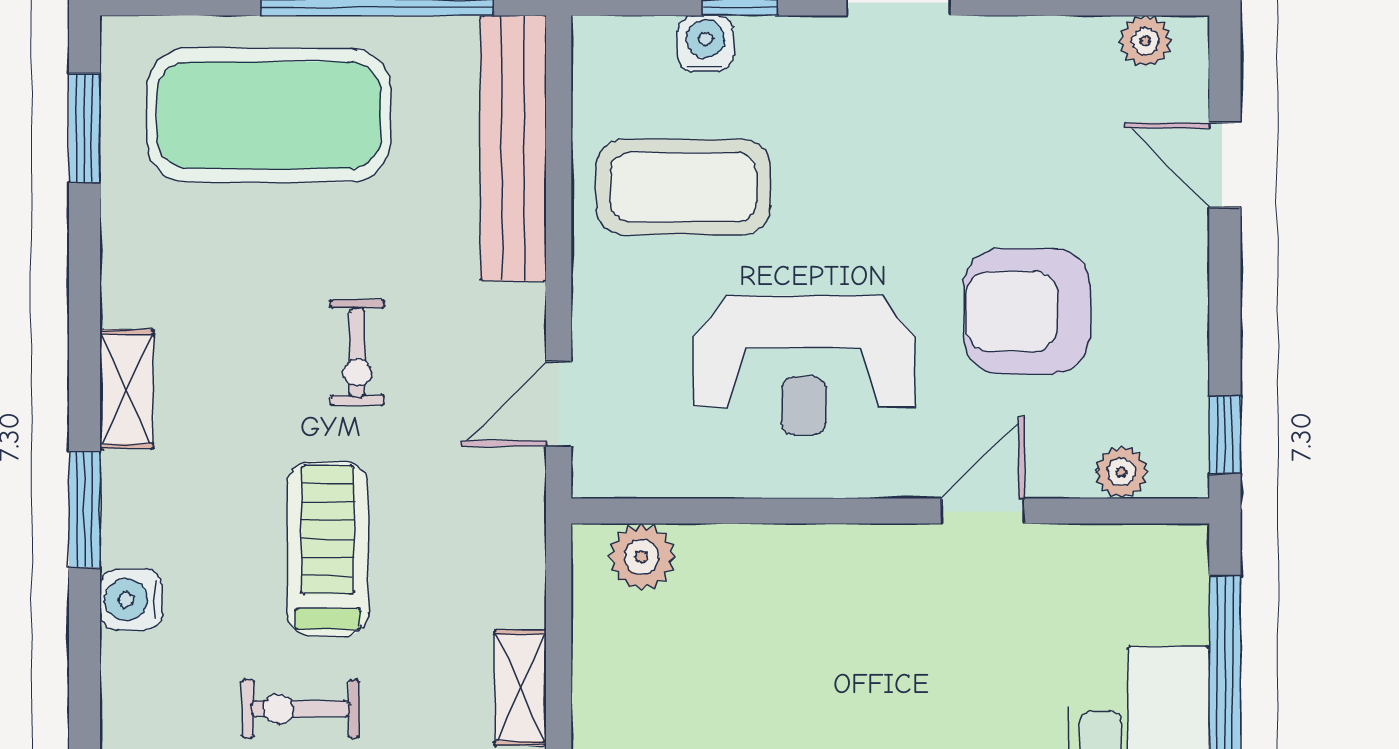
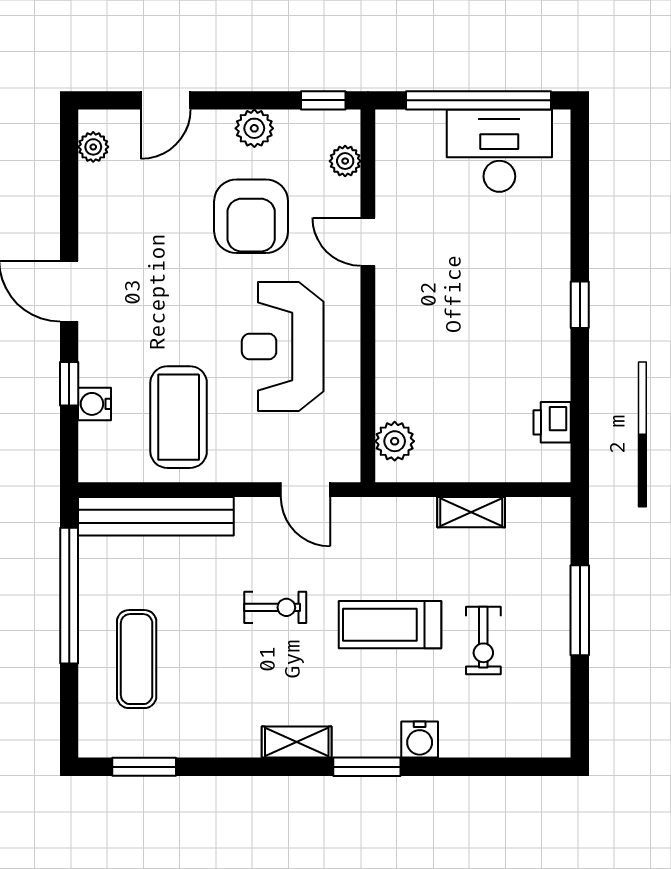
exercise mat: (269, 115) -> (137, 659), width x0.50, depth x0.69
plant: (1177, 317) -> (254, 128), added
reception desk: (804, 365) -> (283, 346), turned 180

